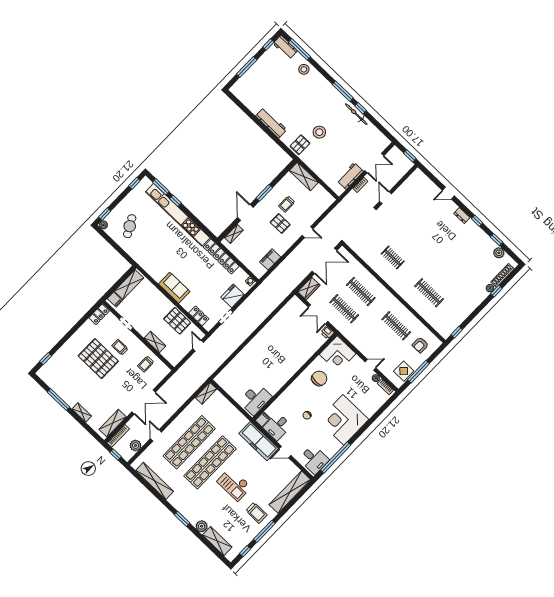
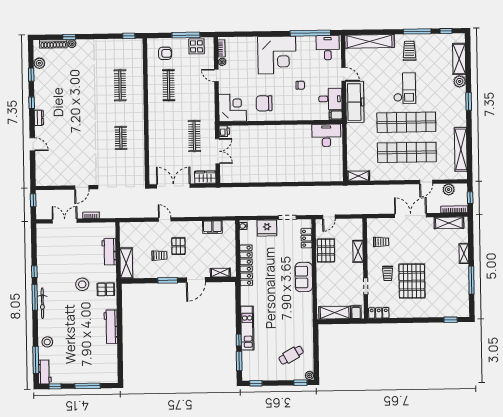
bicycle: (356, 114) -> (42, 303), moved
workbench: (350, 176) -> (109, 252), moved, turned 90
kitchen unit: (178, 215) -> (247, 328), width x0.54
clothes rail: (361, 292) -> (169, 137), removed

